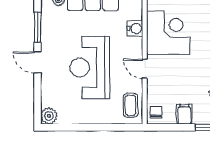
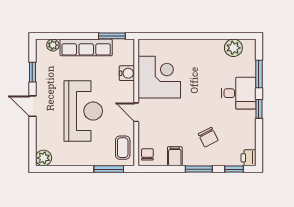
window: (38, 27) -> (32, 72), width x0.67
reception desk: (90, 68) -> (83, 111), turned 180
window: (116, 127) -> (109, 169), added

